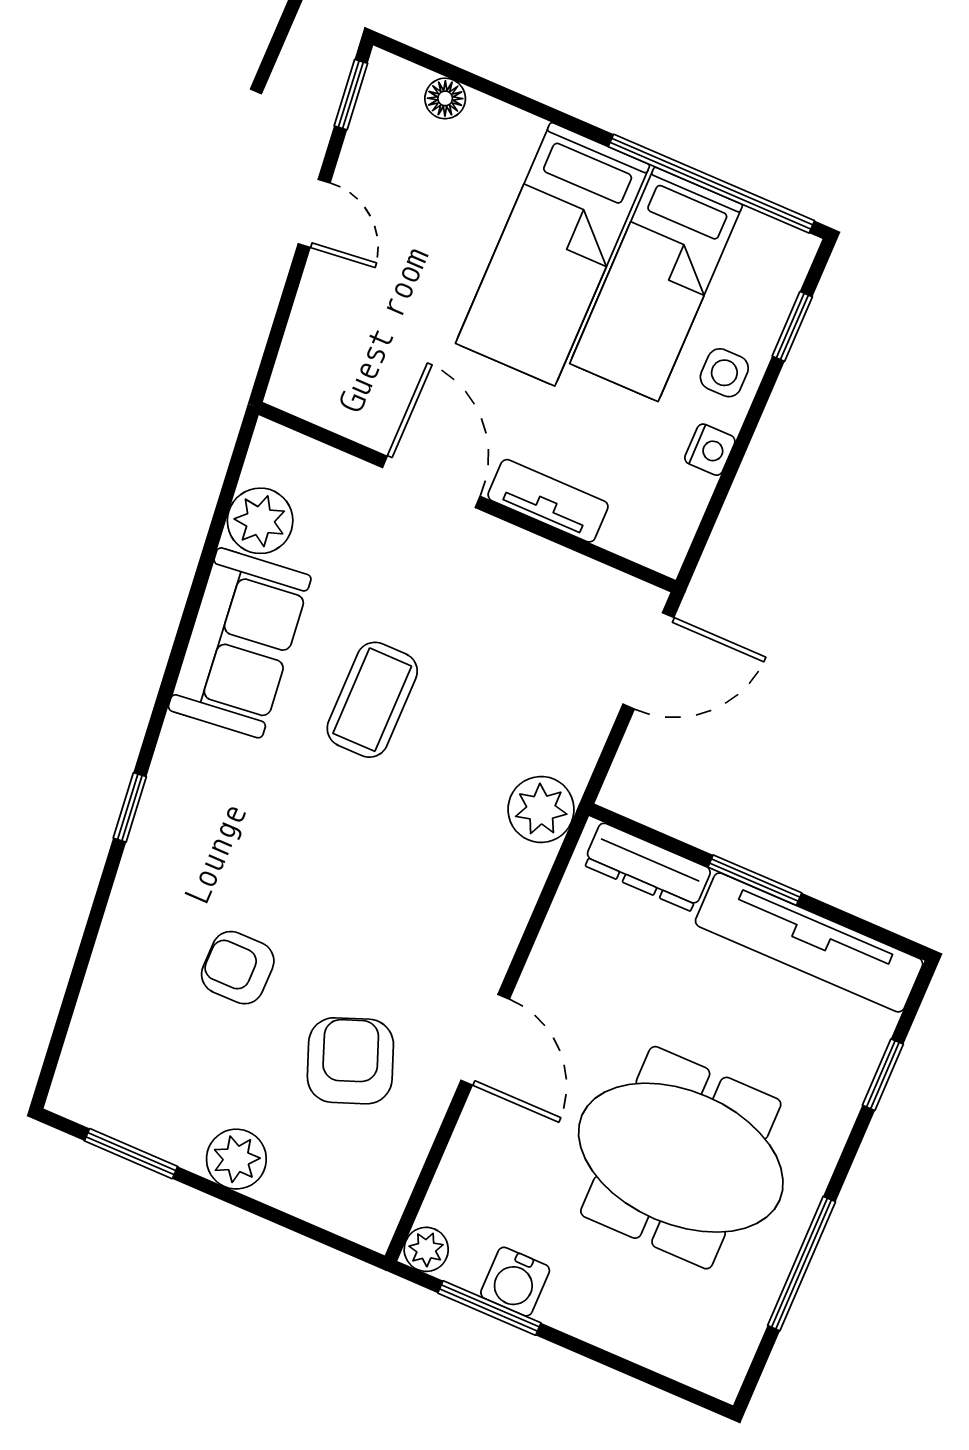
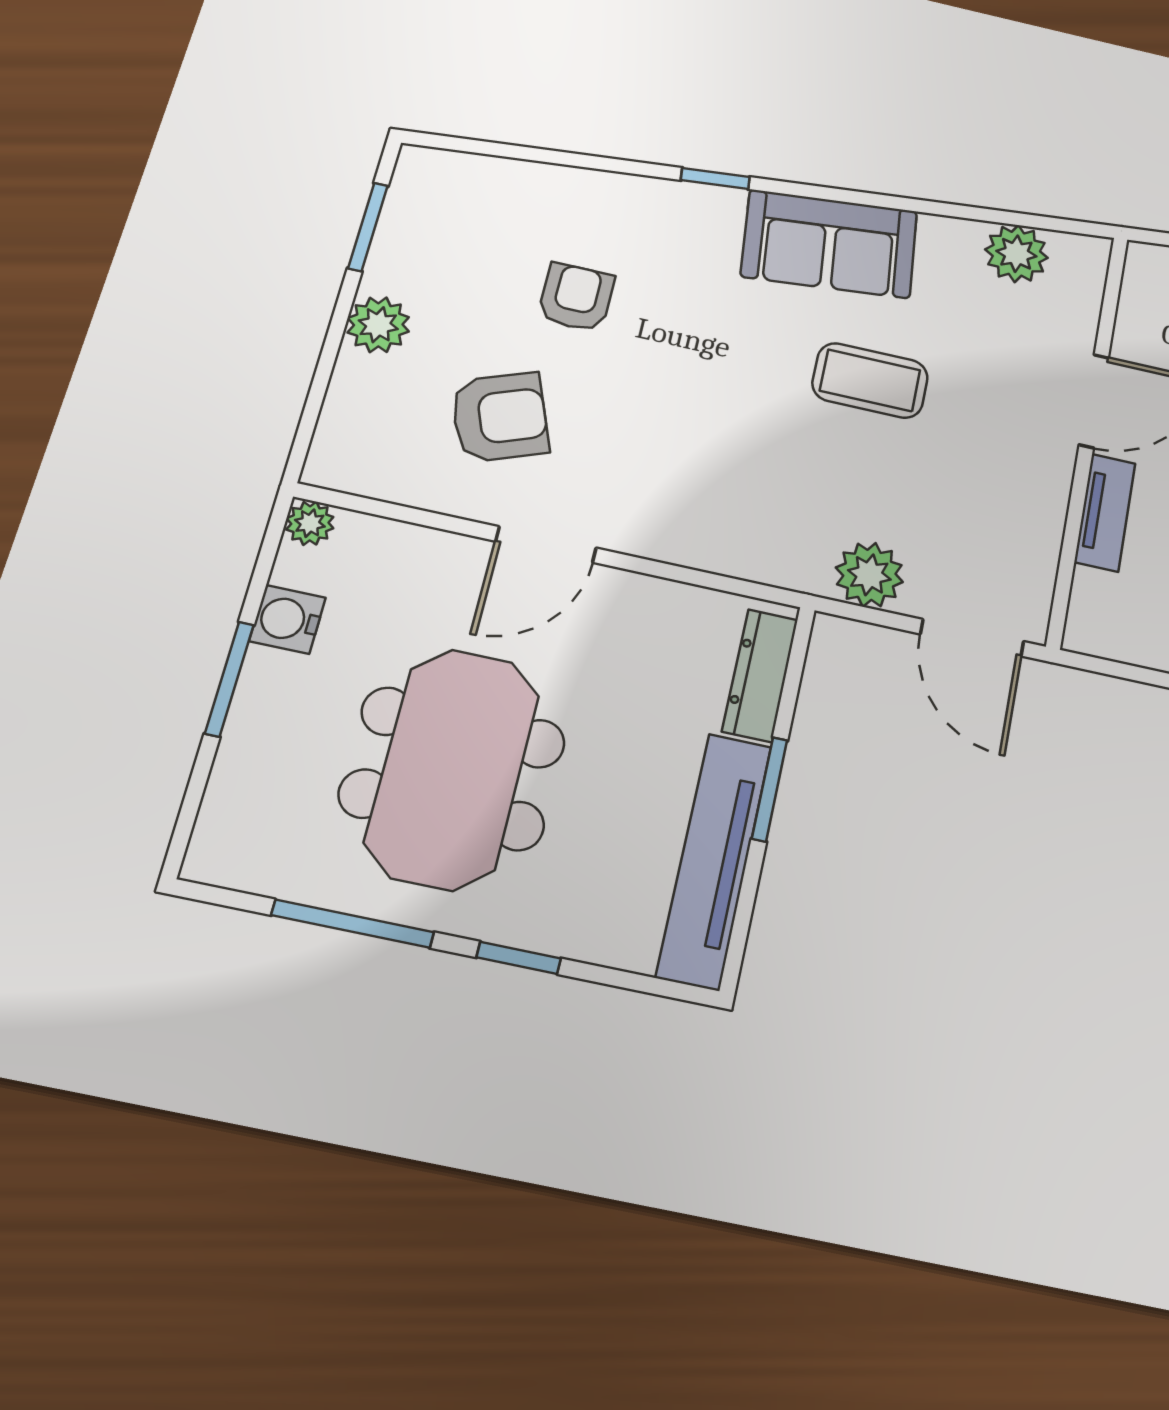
sofa: (240, 643) -> (829, 244), moved
plant: (541, 809) -> (869, 575), moved
window: (883, 1075) -> (519, 958), moved
window: (489, 1308) -> (229, 679), moved

